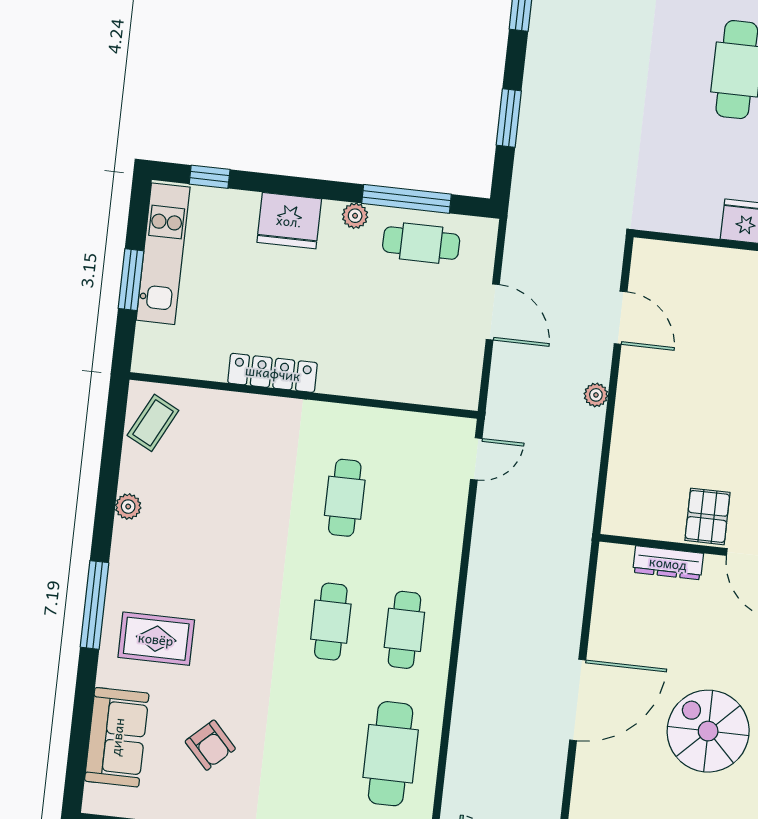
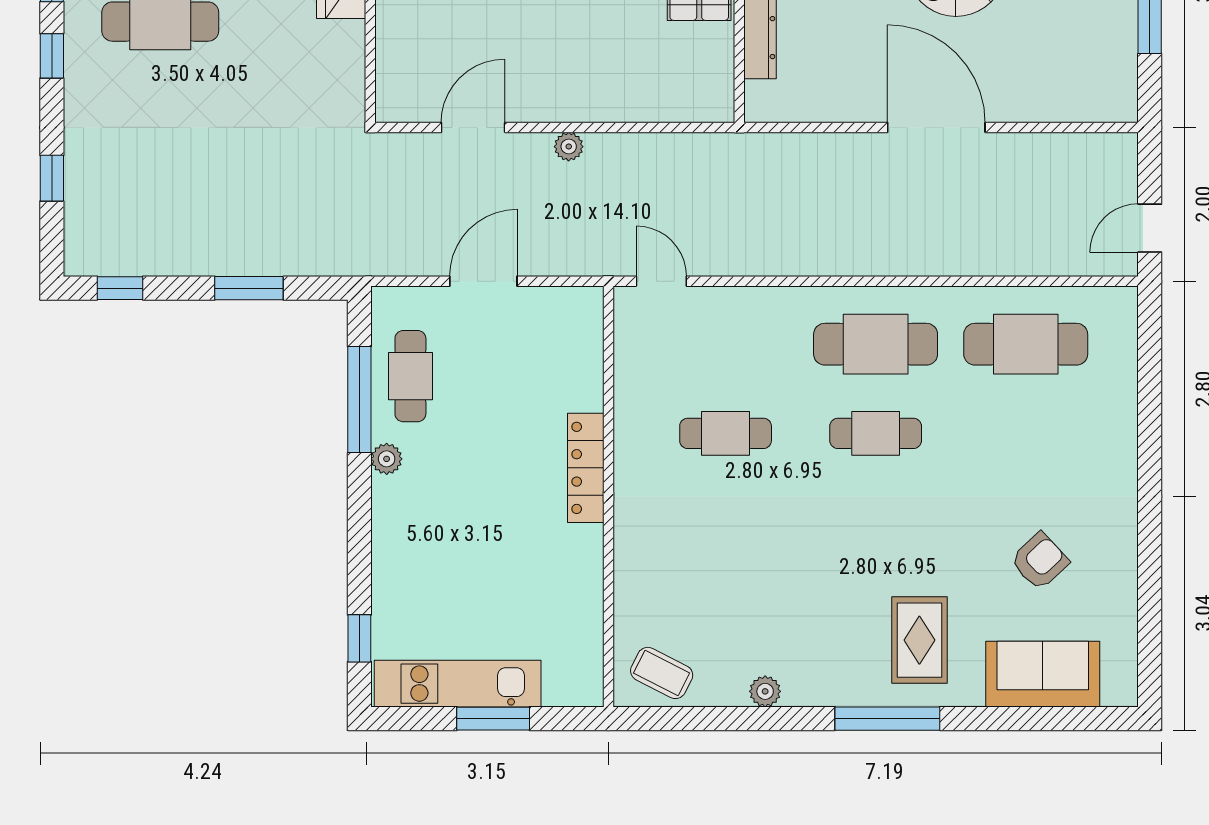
fridge: (289, 221) -> (401, 537), removed
locker: (273, 373) -> (586, 468), moved
cafe table: (404, 630) -> (876, 344), width x1.37, depth x1.35

